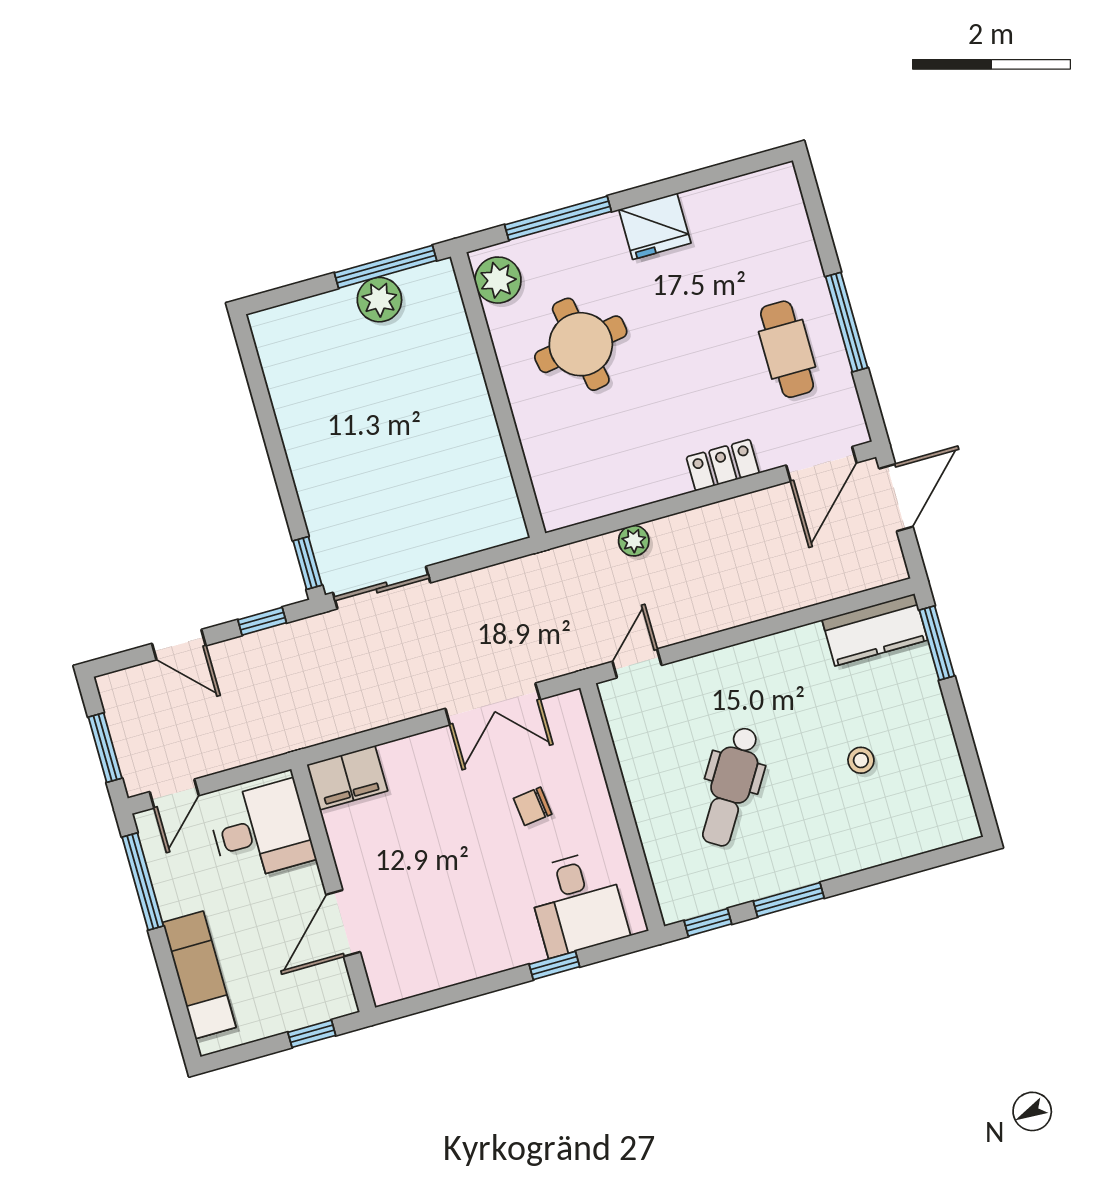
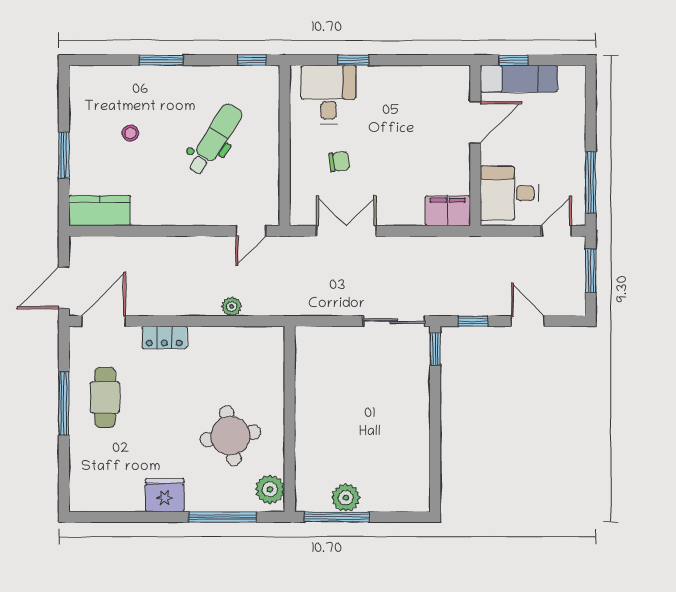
window: (937, 643) -> (64, 155), moved
window: (789, 900) -> (161, 60), moved
exam couch: (199, 975) -> (519, 79), moved, turned -90

